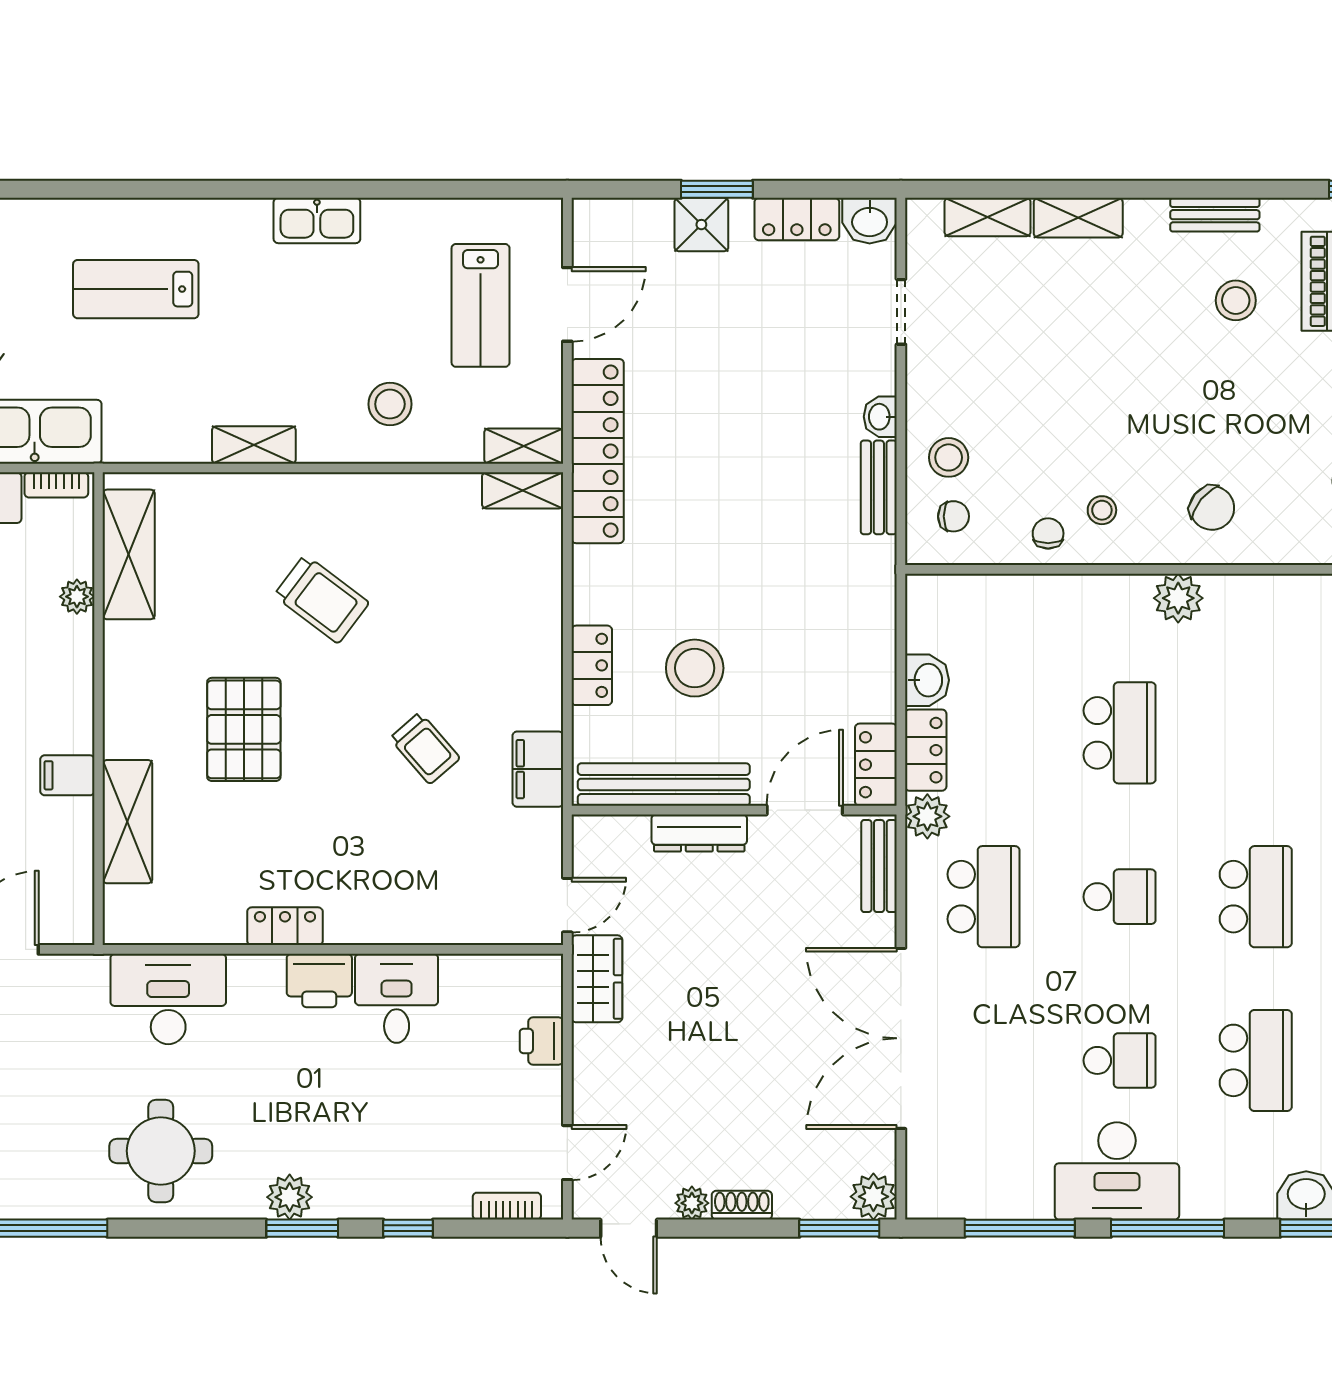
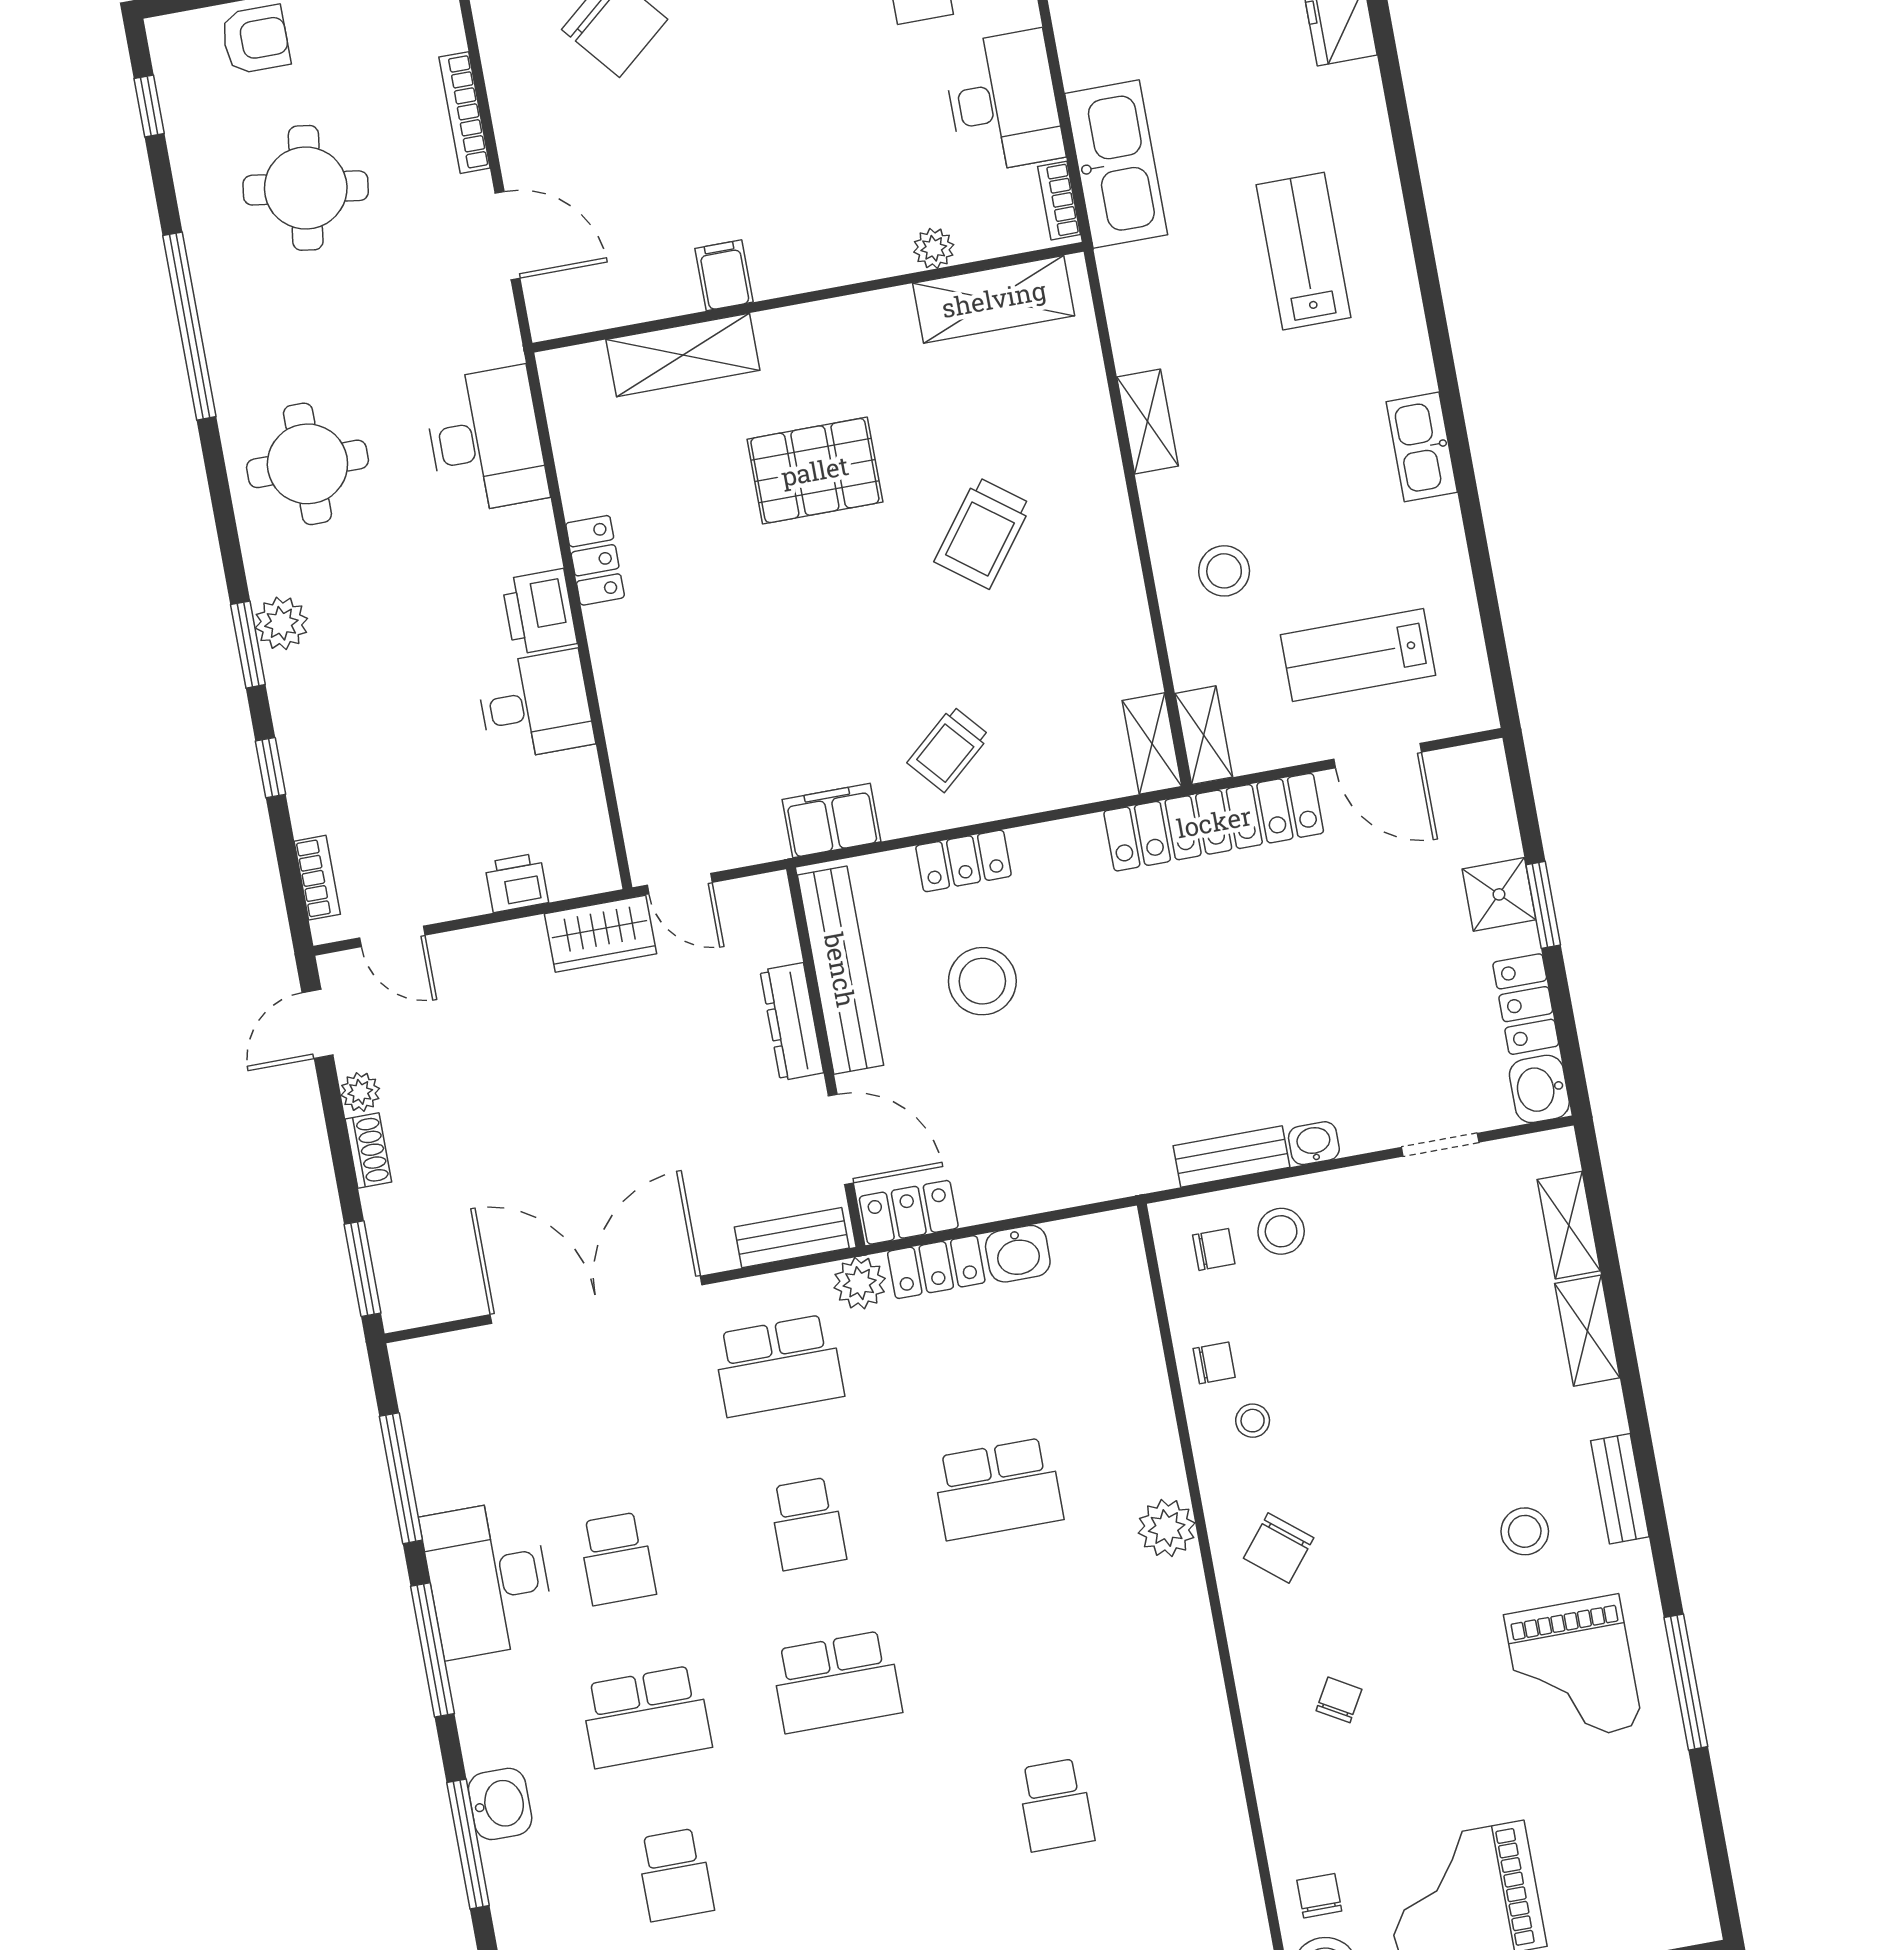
chair: (953, 516) -> (1214, 1249), turned -90
trolley: (425, 748) -> (948, 749), moved
plant: (873, 1197) -> (407, 1302), removed

